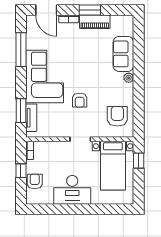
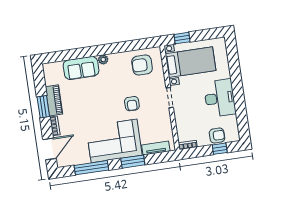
armchair: (80, 100) -> (132, 104), turned 90
window: (21, 111) -> (133, 162), moved
window: (21, 171) -> (220, 149), moved
armchair: (35, 181) -> (217, 136), turned 180

